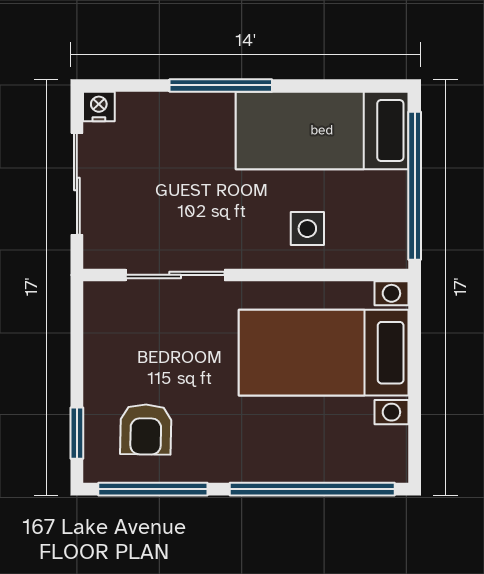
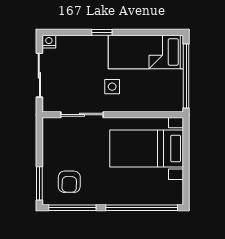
window: (221, 85) -> (102, 32), width x0.46
side table: (307, 229) -> (112, 87), moved
window: (77, 433) -> (39, 183), width x1.50

